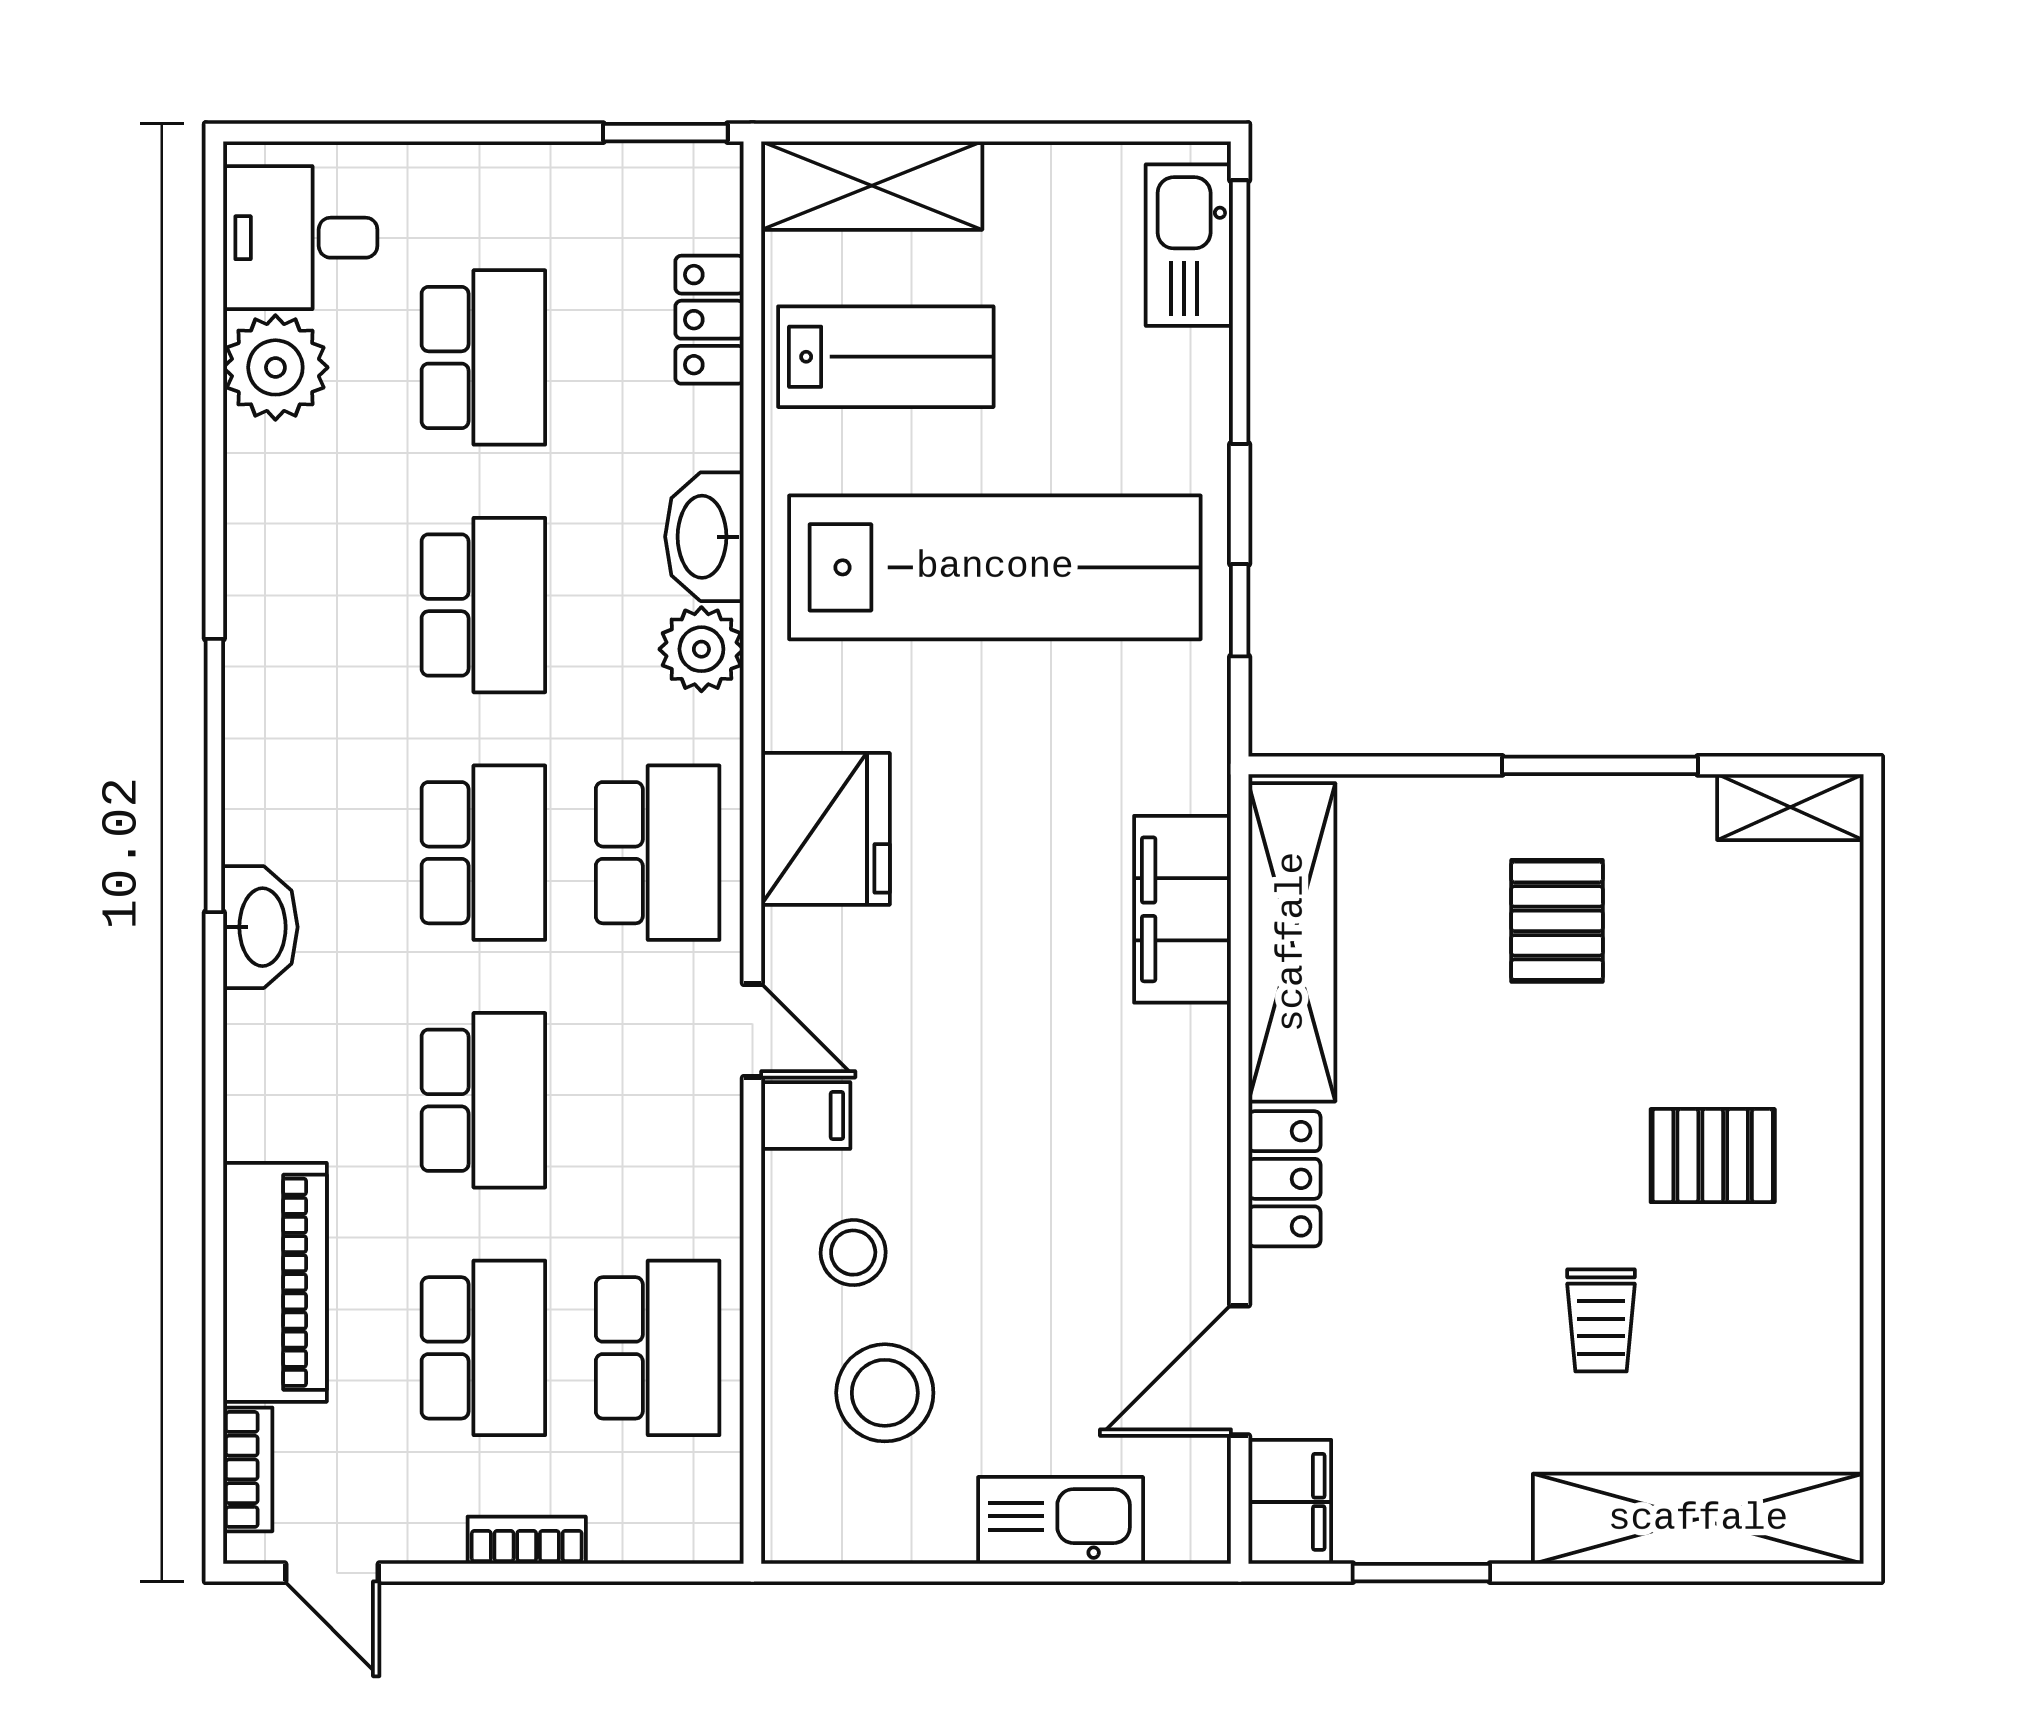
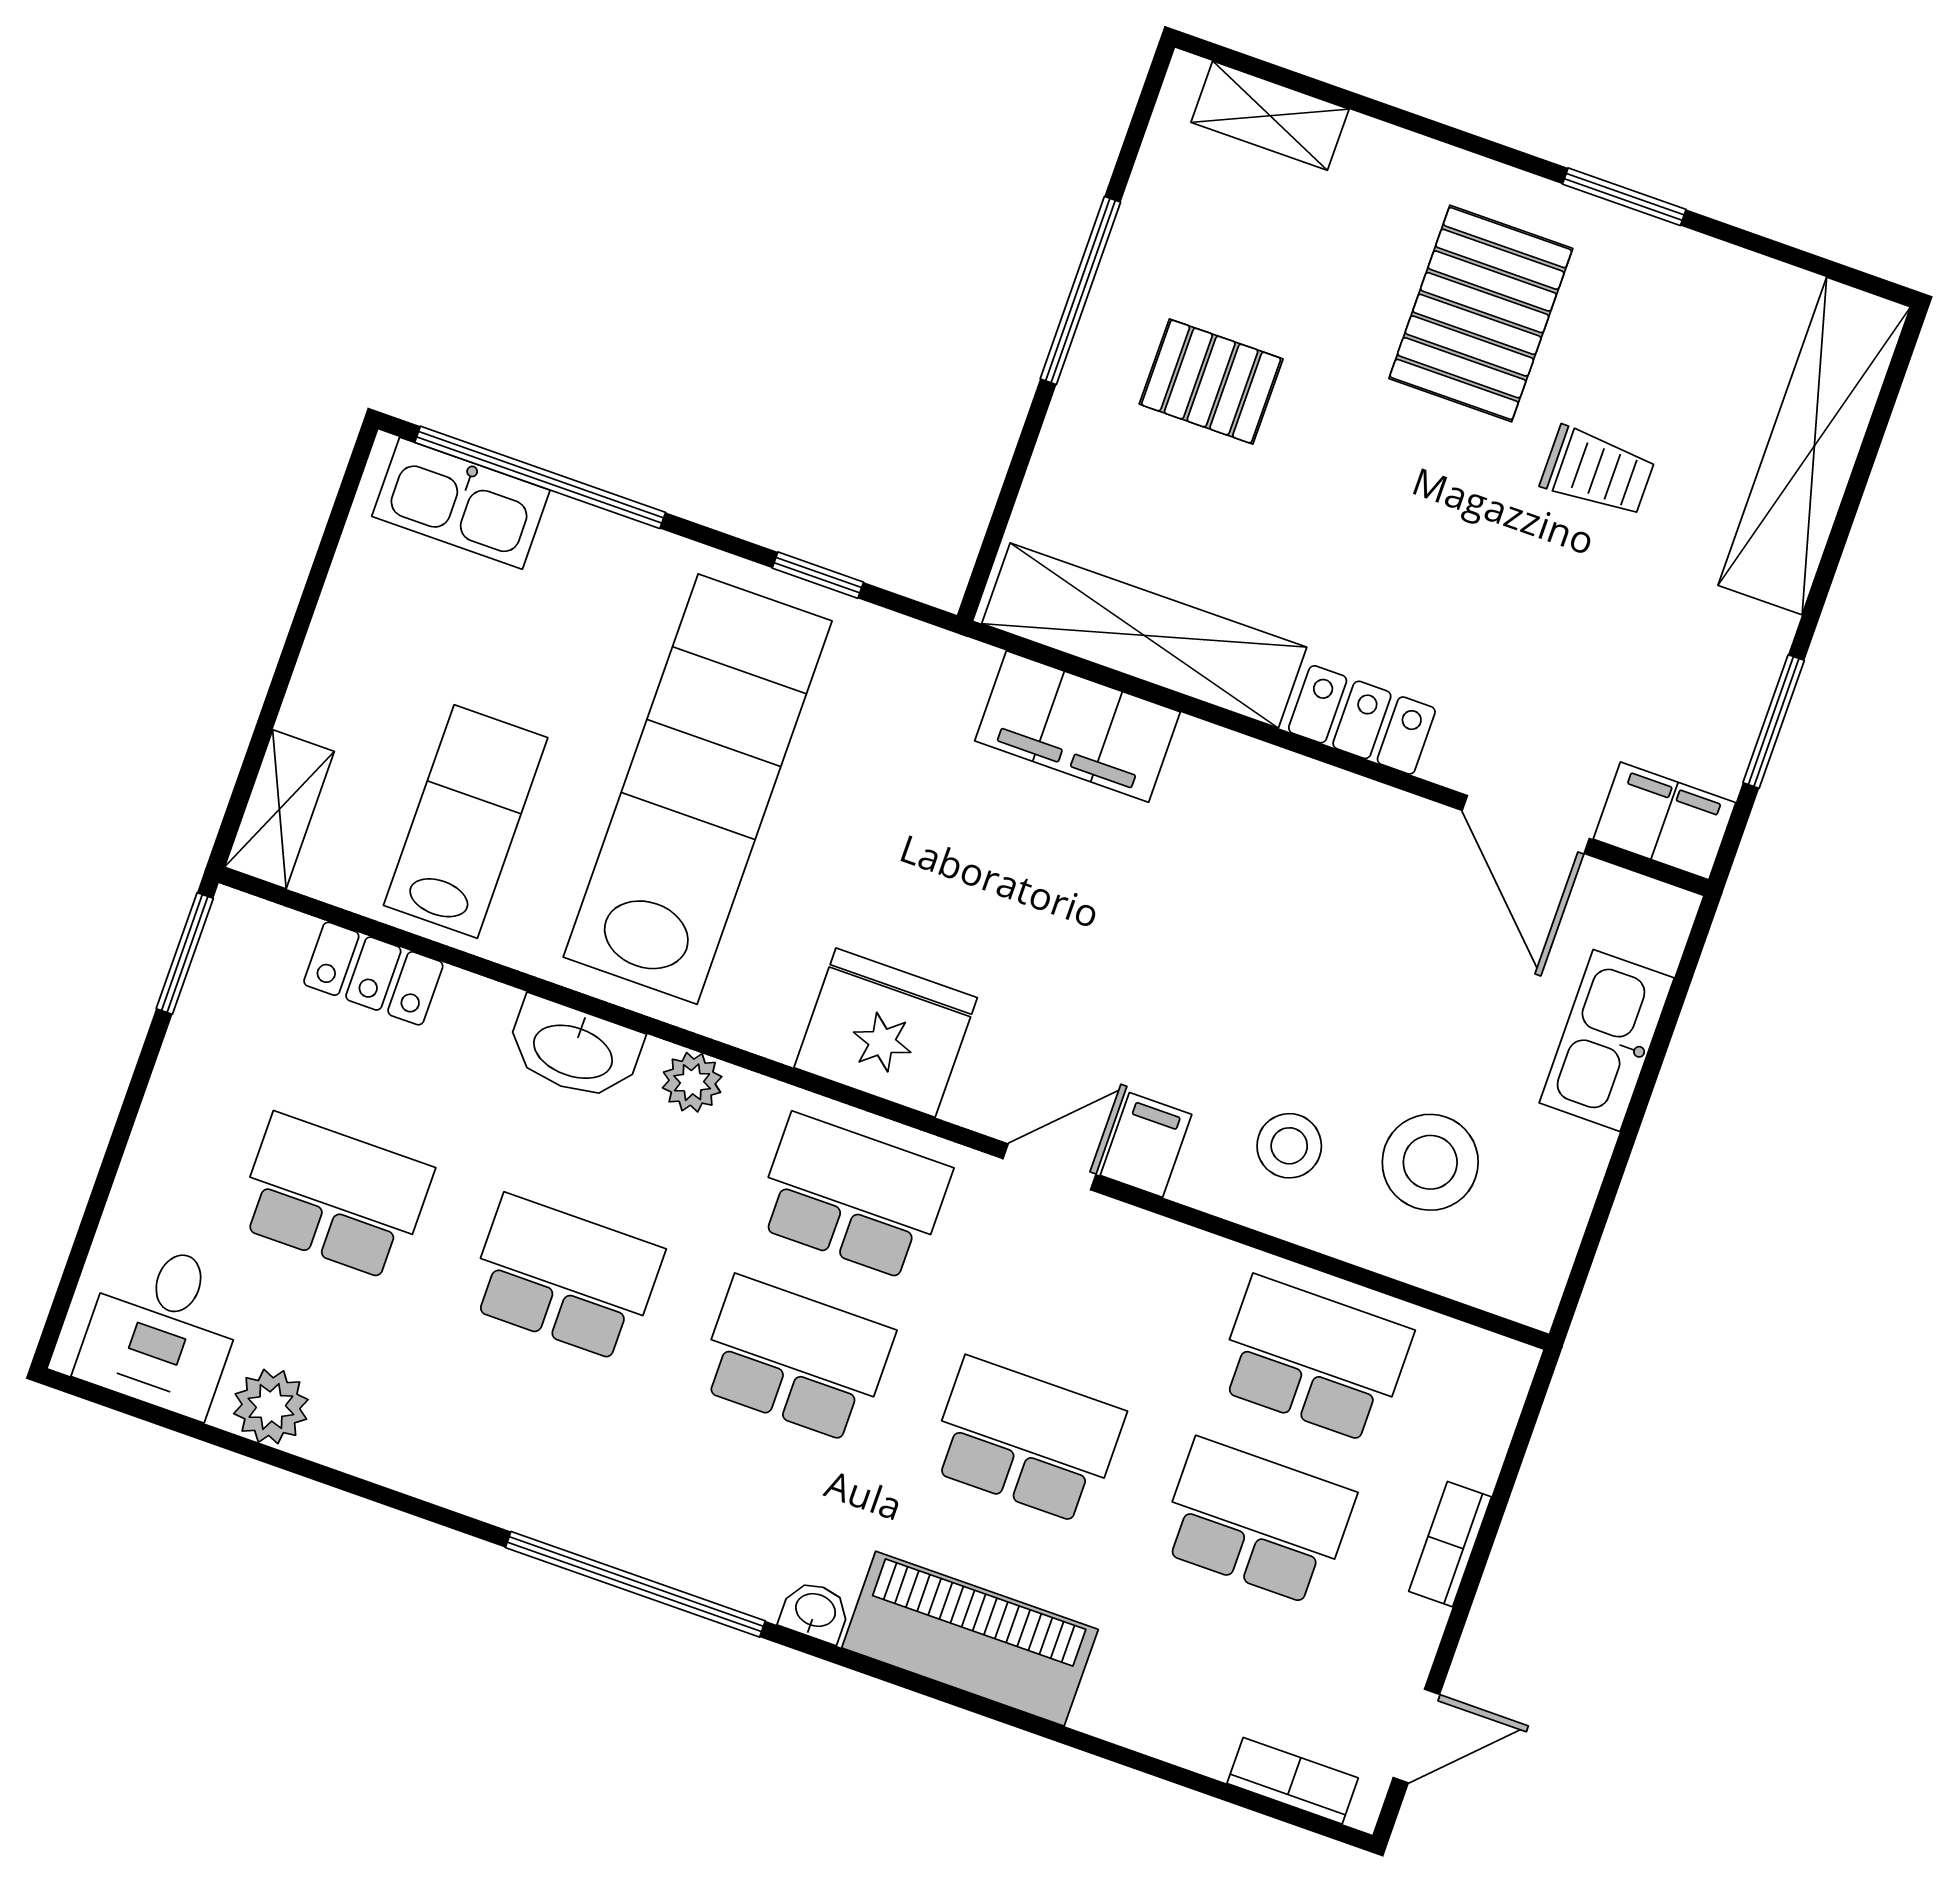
shelving: (872, 186) -> (279, 809), width x0.67, depth x0.75
plant: (275, 367) -> (271, 1407), width x0.73, depth x0.73
plant: (701, 649) -> (692, 1082), width x0.73, depth x0.73
shelving: (1790, 807) -> (1270, 116), moved, turned 90
washbasin: (260, 927) -> (815, 1611), width x0.52, depth x0.69
pallet: (1713, 1156) -> (1481, 314), width x1.50, depth x1.42
window: (1872, 1253) -> (1624, 197), added
piano: (275, 1282) -> (970, 1639), moved

